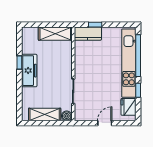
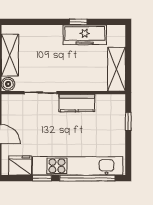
kitchen counter: (88, 34) -> (77, 103), moved, turned -90
freezer: (29, 71) -> (85, 35), moved

